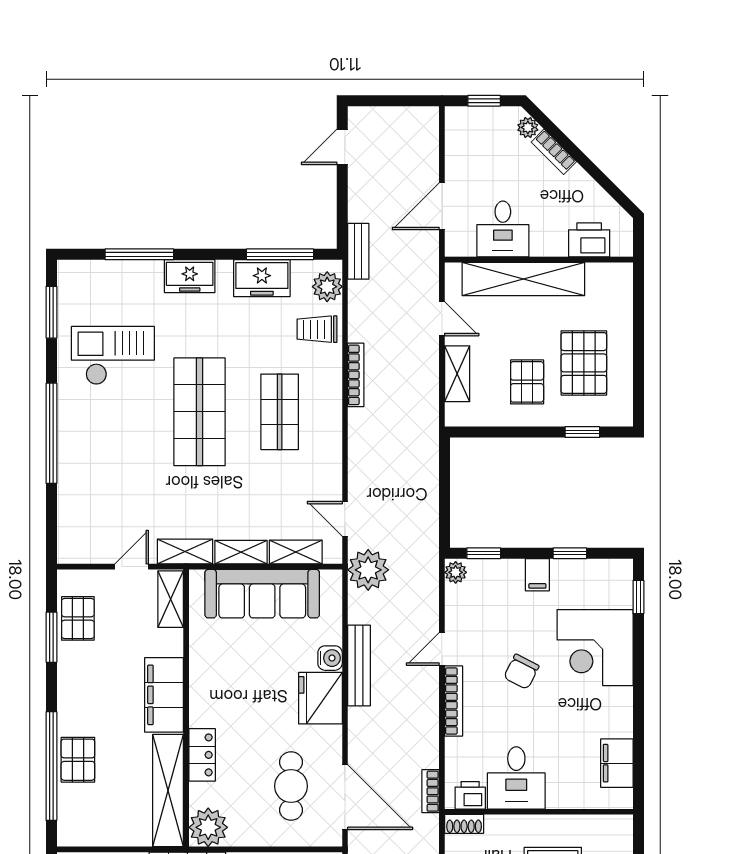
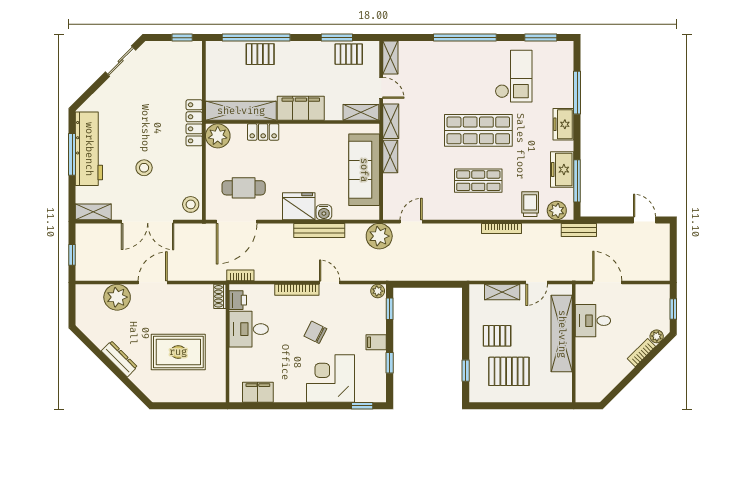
printer: (589, 240) -> (586, 375), removed
shelving: (296, 552) -> (390, 58), moved

